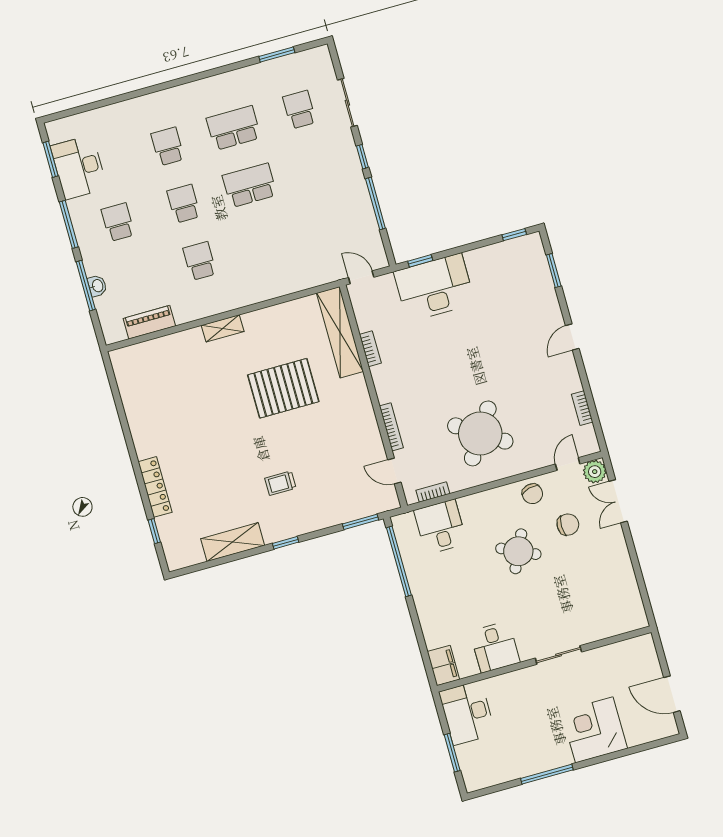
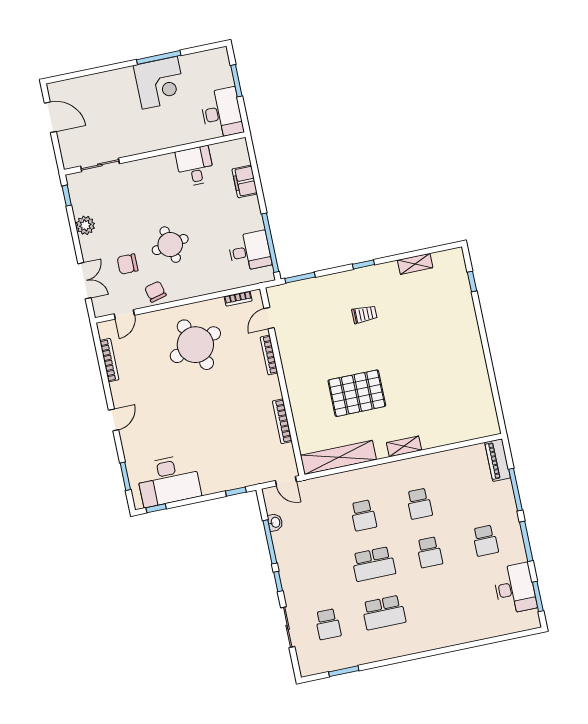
school desk: (168, 146) -> (363, 515), moved
washbasin: (97, 286) -> (275, 522), moved, turned 180
desk: (434, 288) -> (168, 481), moved
piano: (149, 322) -> (498, 460), moved, turned 90
shelving: (340, 332) -> (338, 457), moved, turned 90
bookcase: (370, 349) -> (282, 421), width x1.56
bookcase: (582, 408) -> (109, 360), width x1.56
round table: (480, 433) -> (195, 345), turned 37
door: (394, 471) -> (269, 318), swing flipped
plant: (595, 472) -> (85, 225), moved
locker: (155, 487) -> (469, 318), removed
desk: (440, 527) -> (250, 251), moved, turned -90
shelving: (233, 542) -> (415, 264), width x0.67, depth x0.75
round table: (518, 551) -> (170, 245), turned -36
window: (646, 602) -> (67, 196), added
sliding door: (558, 655) -> (100, 165), moved
filing cabinet: (443, 665) -> (245, 181), moved
corner desk: (594, 730) -> (160, 83), moved

